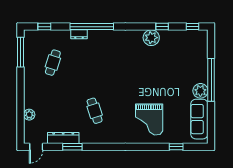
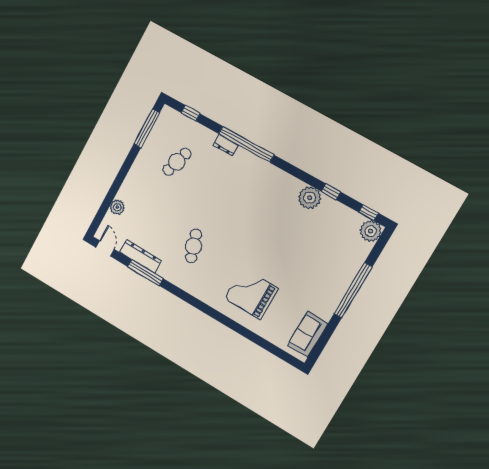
plant: (200, 91) -> (371, 231), moved
sofa: (199, 119) -> (308, 334), width x0.73
grand piano: (149, 120) -> (251, 294), turned 90
door: (36, 147) -> (105, 248), swing flipped
window: (72, 147) -> (145, 273), width x1.44
window: (176, 147) -> (265, 344), removed

